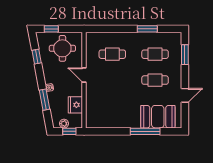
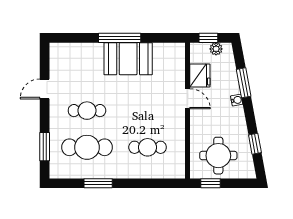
window: (51, 29) -> (211, 183), moved
cafe table: (155, 54) -> (87, 147), width x1.37, depth x1.35
door: (84, 75) -> (188, 99), moved
booth: (158, 117) -> (128, 59), moved
window: (145, 131) -> (120, 38), moved

